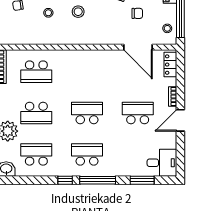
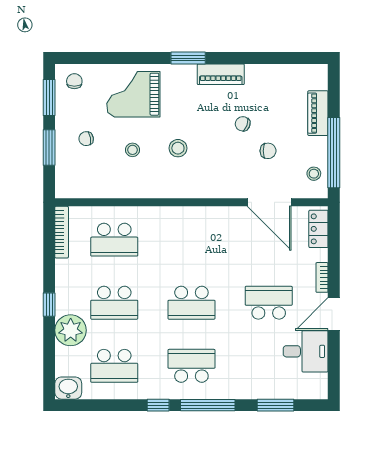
school desk: (87, 113) -> (191, 303), turned 180
school desk: (36, 154) -> (114, 366), turned 180
desk: (162, 163) -> (306, 351), moved

